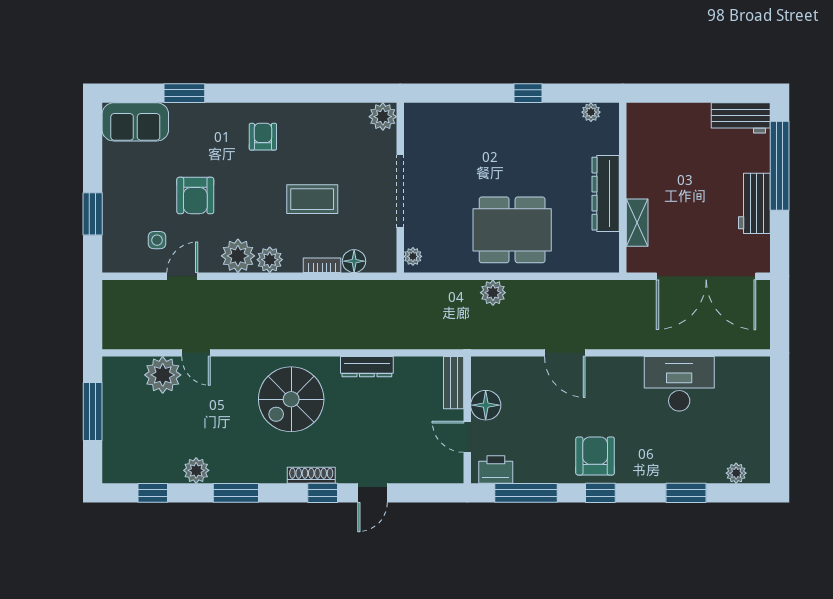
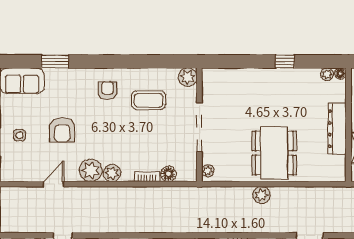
floor lamp: (611, 111) -> (340, 74), added
coffee table: (312, 199) -> (149, 100), moved
dining table: (512, 230) -> (274, 153), turned 90
side table: (157, 240) -> (19, 135), moved

